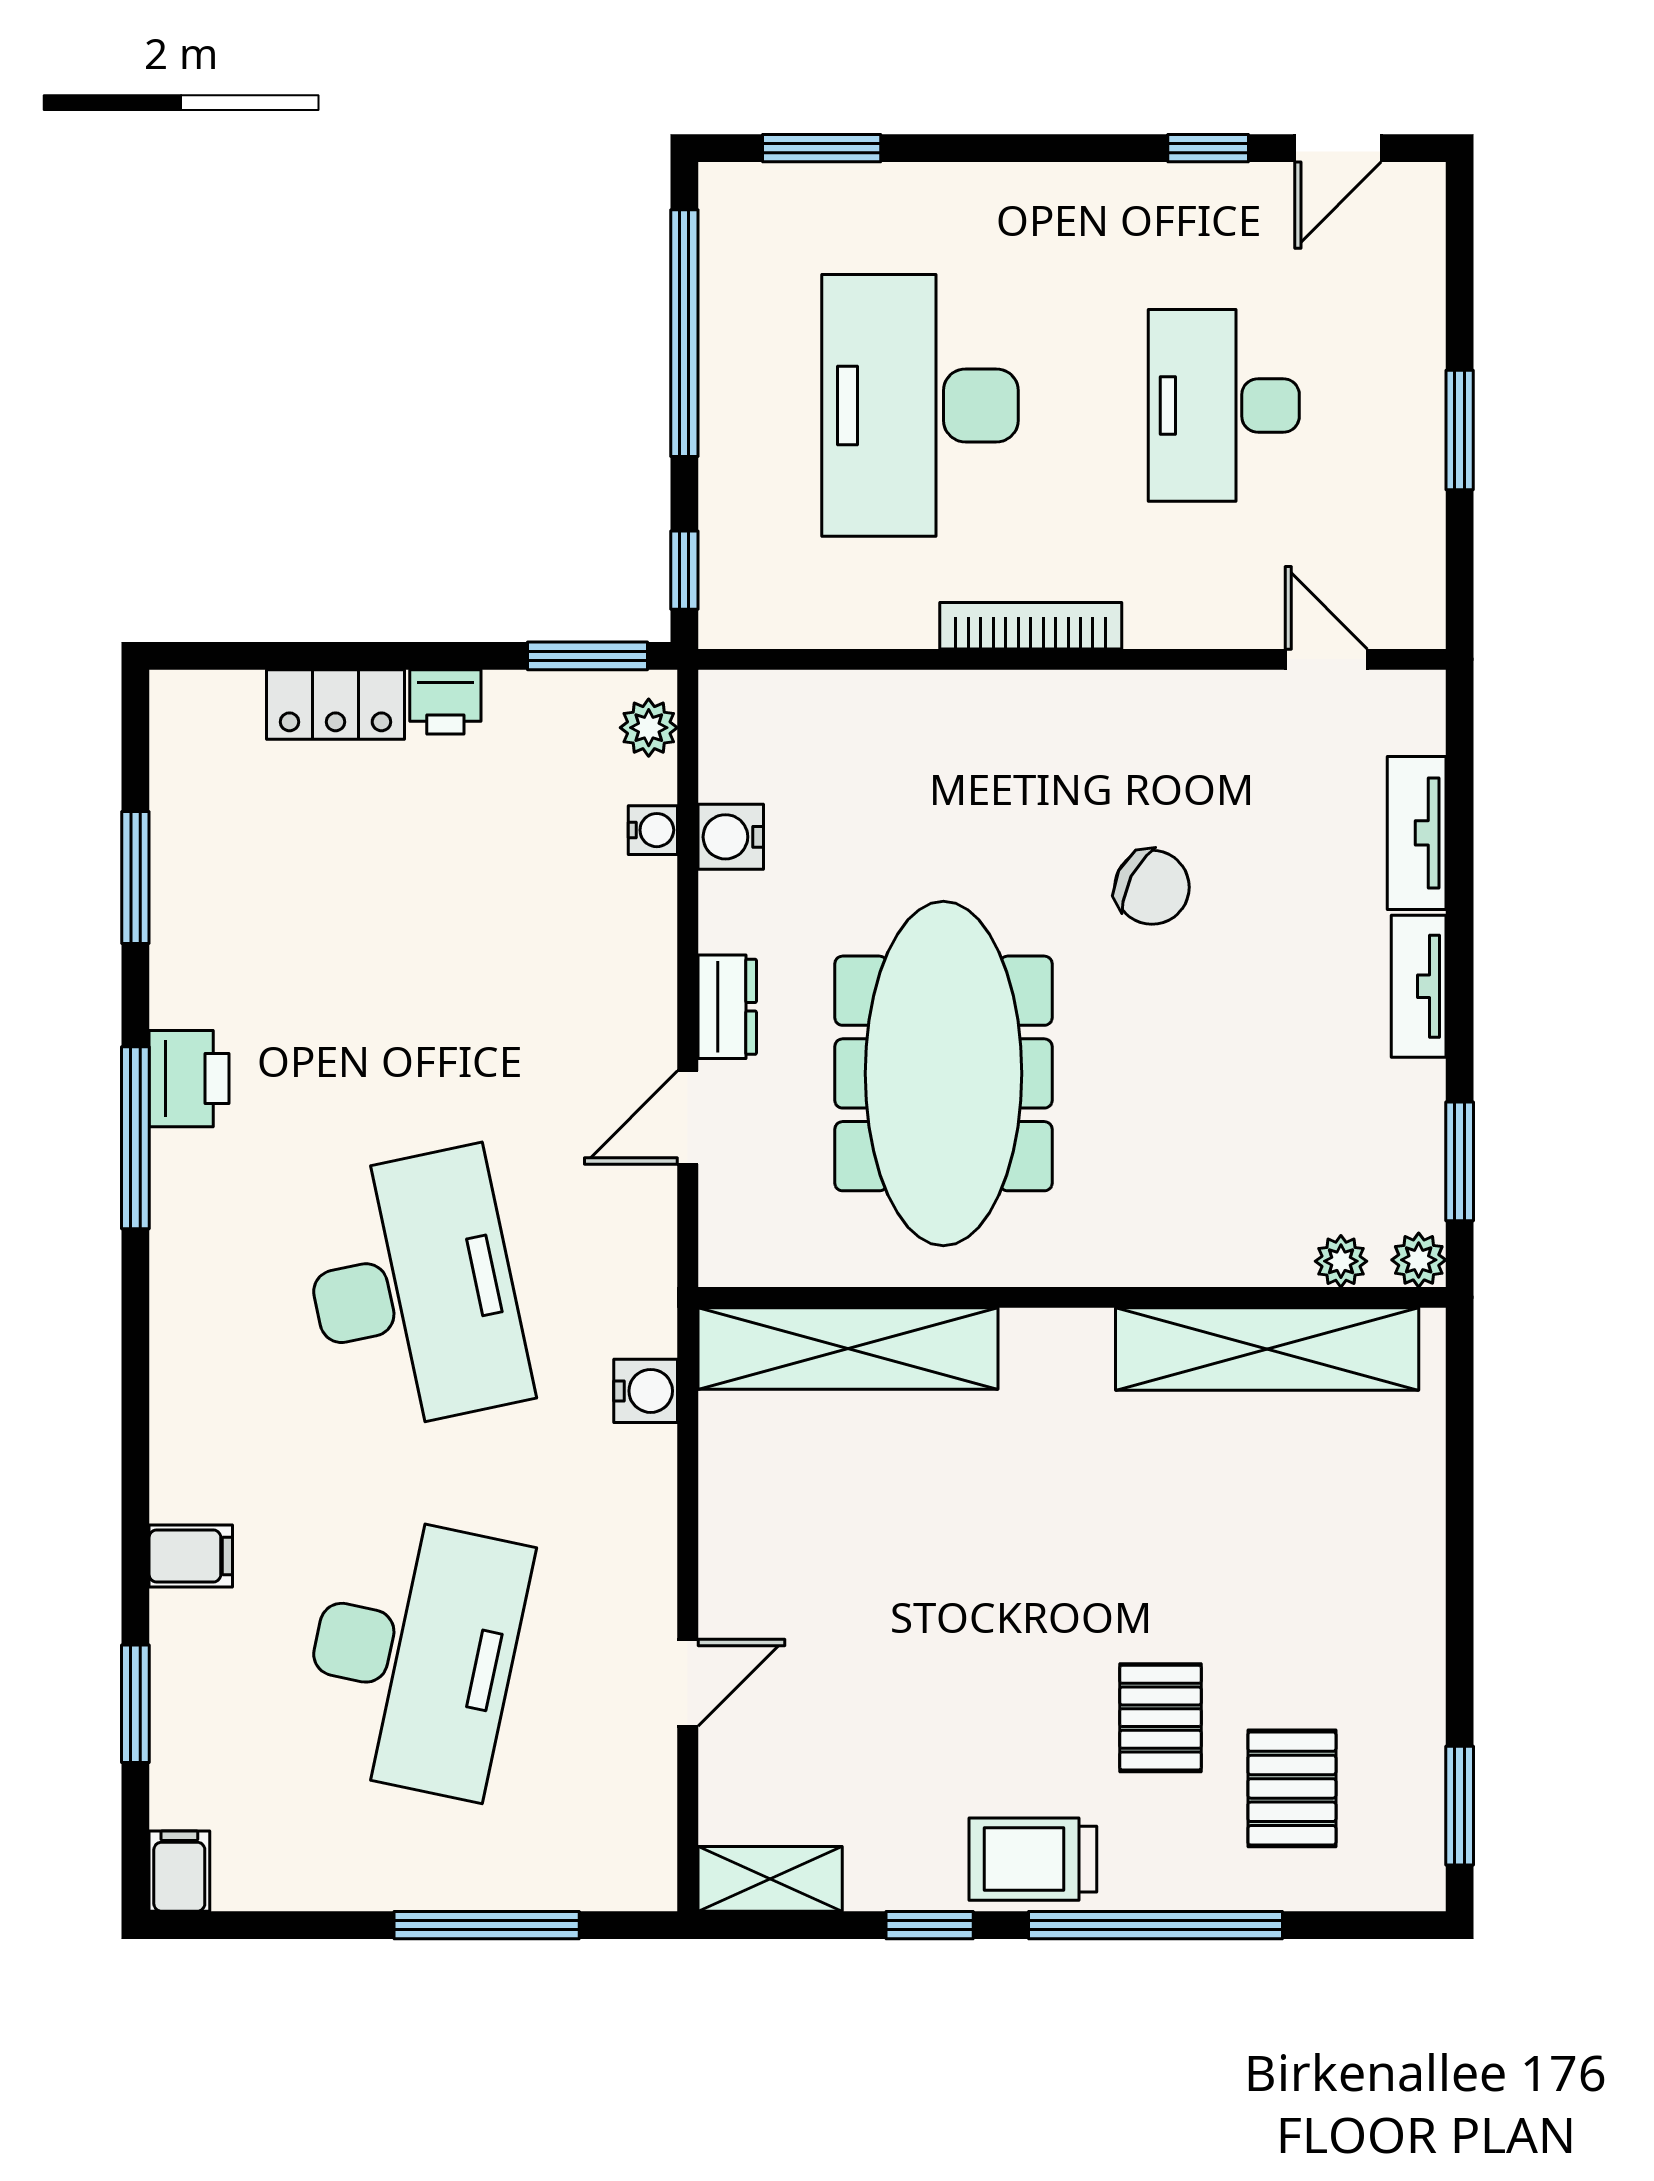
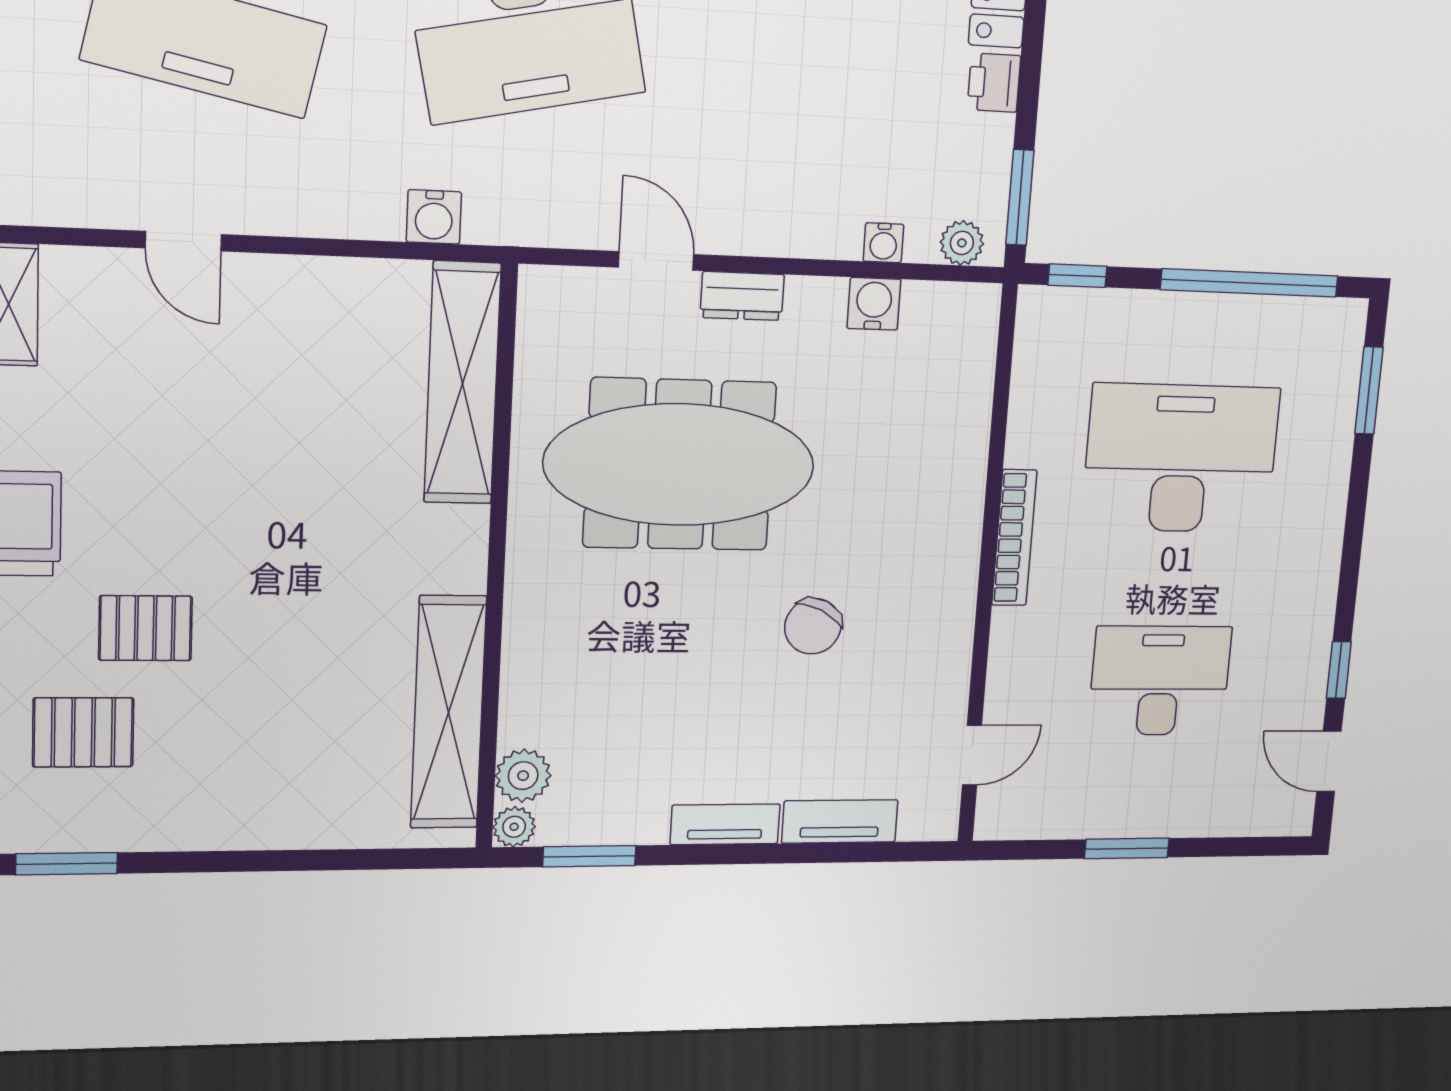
plant: (1341, 1261) -> (523, 776), width x1.38, depth x1.38

